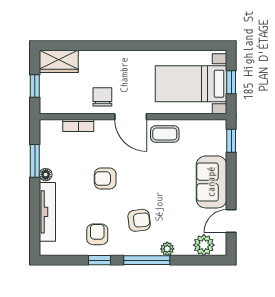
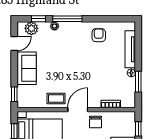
door: (131, 117) -> (78, 110), hinge flipped
armchair: (105, 179) -> (94, 70), removed
armchair: (139, 220) -> (72, 44), removed
armchair: (97, 234) -> (99, 35), turned 180
window: (99, 260) -> (38, 19), moved

